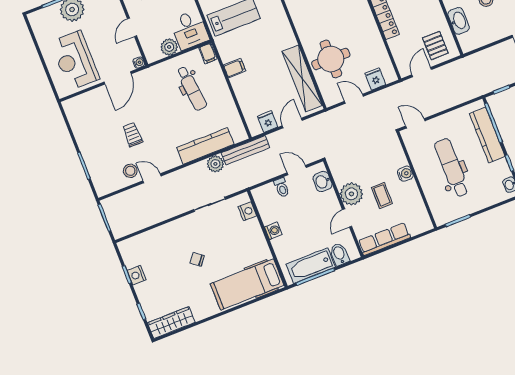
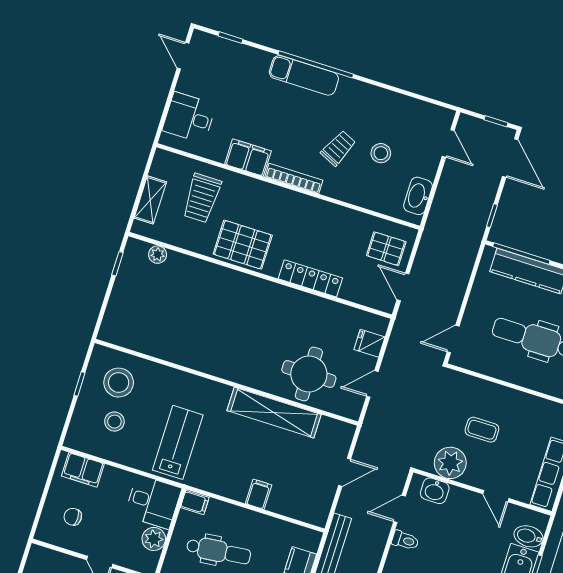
washbasin: (459, 21) -> (418, 196), moved, turned -90
filing cabinet: (235, 68) -> (259, 494), moved
shelving: (302, 78) -> (274, 413), moved
fridge: (268, 122) -> (321, 498), removed
door: (292, 123) -> (345, 472), swing flipped
water cooler: (405, 174) -> (499, 394), removed
plant: (351, 194) -> (450, 463), moved
coffee table: (382, 195) -> (482, 430), moved

